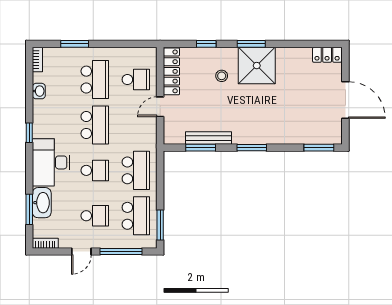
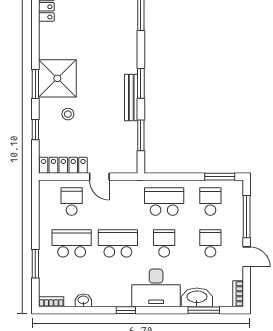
bench: (208, 138) -> (131, 98), moved
school desk: (136, 216) -> (210, 202), width x0.54

